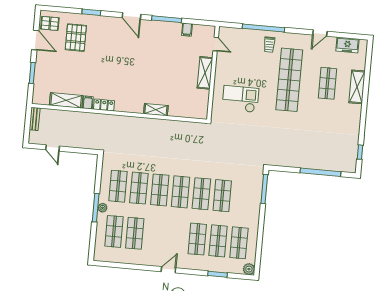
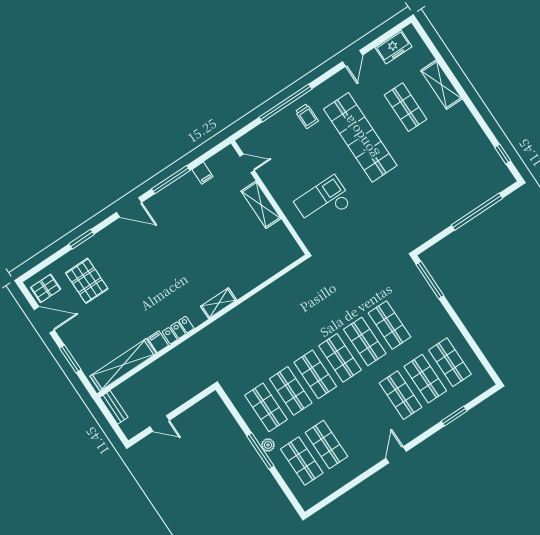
shelving: (66, 100) -> (123, 365), width x1.47
shelving: (156, 110) -> (219, 303), moved
plant: (249, 269) -> (484, 382), removed

